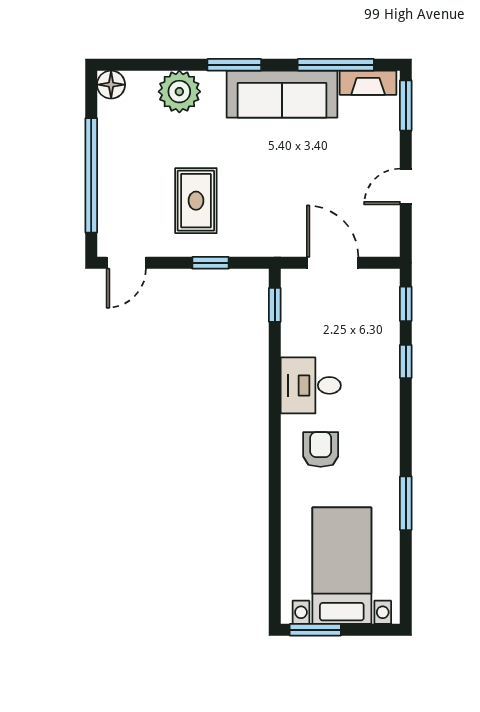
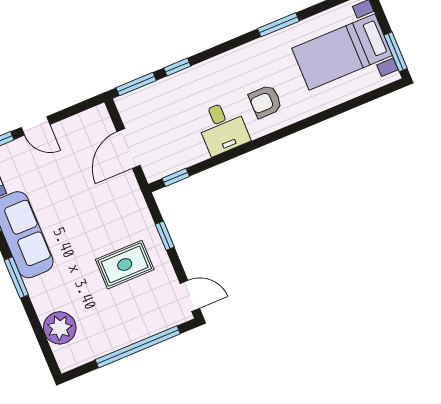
floor lamp: (111, 85) -> (67, 360), removed
plant: (179, 92) -> (60, 328), moved
door: (406, 187) -> (36, 126), moved
window: (406, 304) -> (136, 84), width x1.50

